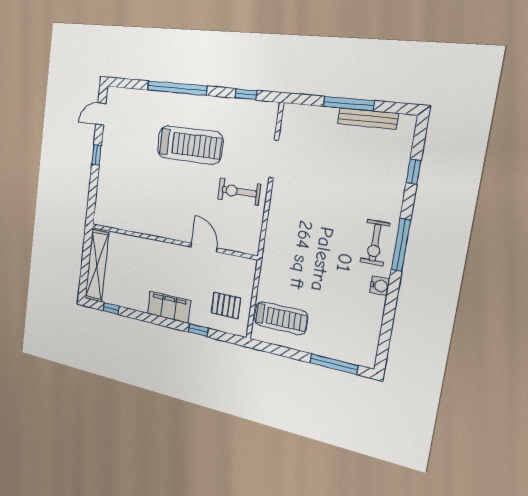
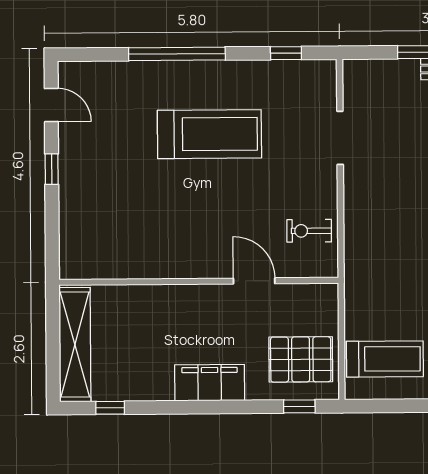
door: (101, 114) -> (51, 105), swing flipped
exercise bike: (239, 192) -> (309, 231), moved, width x0.73, depth x0.72
pallet: (226, 305) -> (301, 359), width x1.50, depth x1.42
window: (198, 330) -> (299, 406), moved

